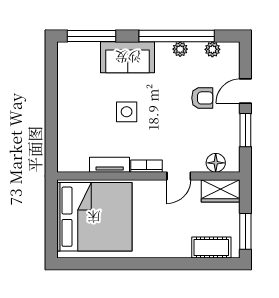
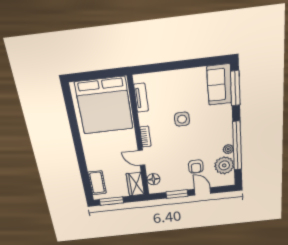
plant: (212, 49) -> (224, 165), width x1.88, depth x1.88
sofa: (128, 57) -> (219, 85), moved
tv unit: (110, 165) -> (141, 98), moved

